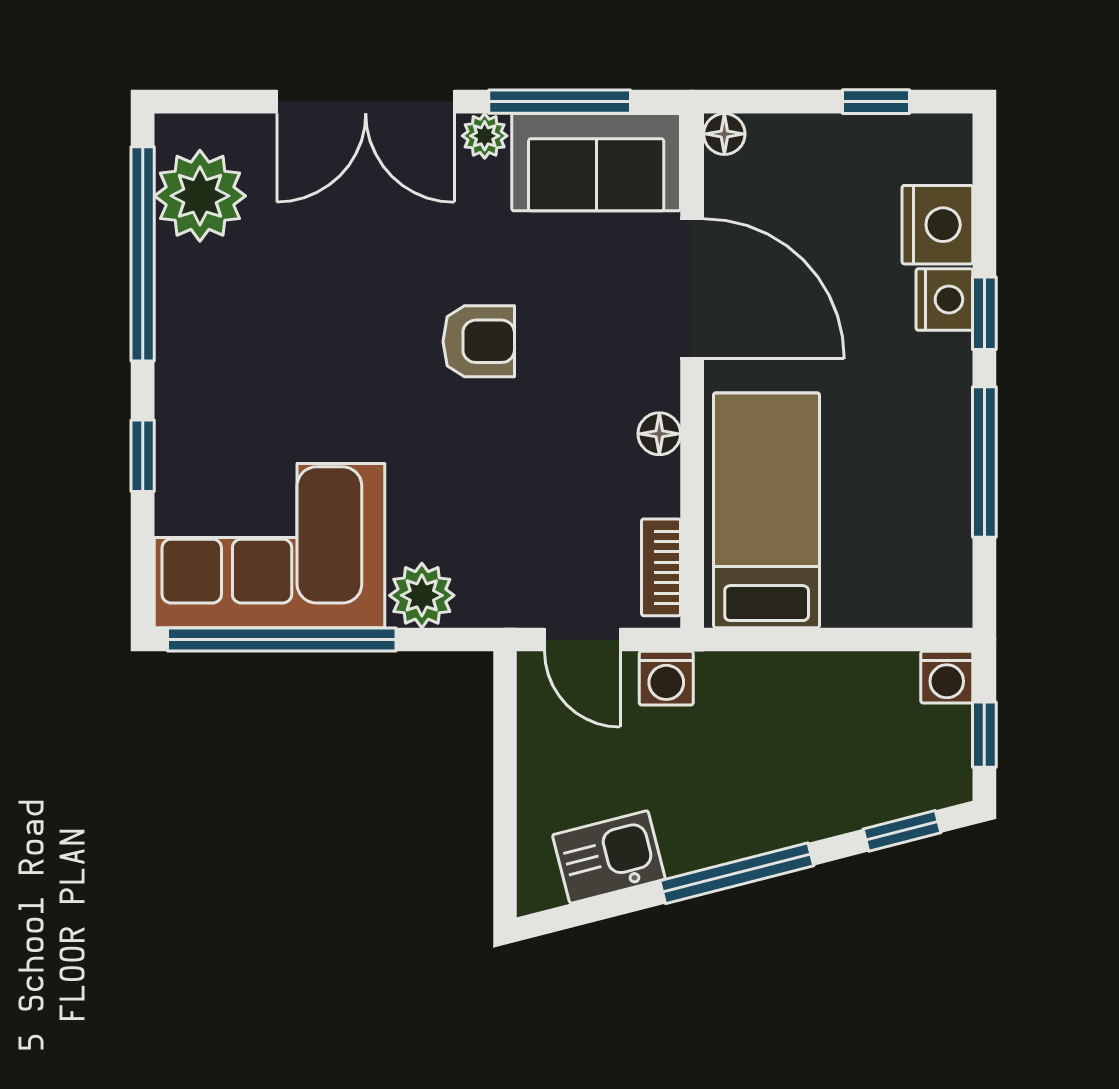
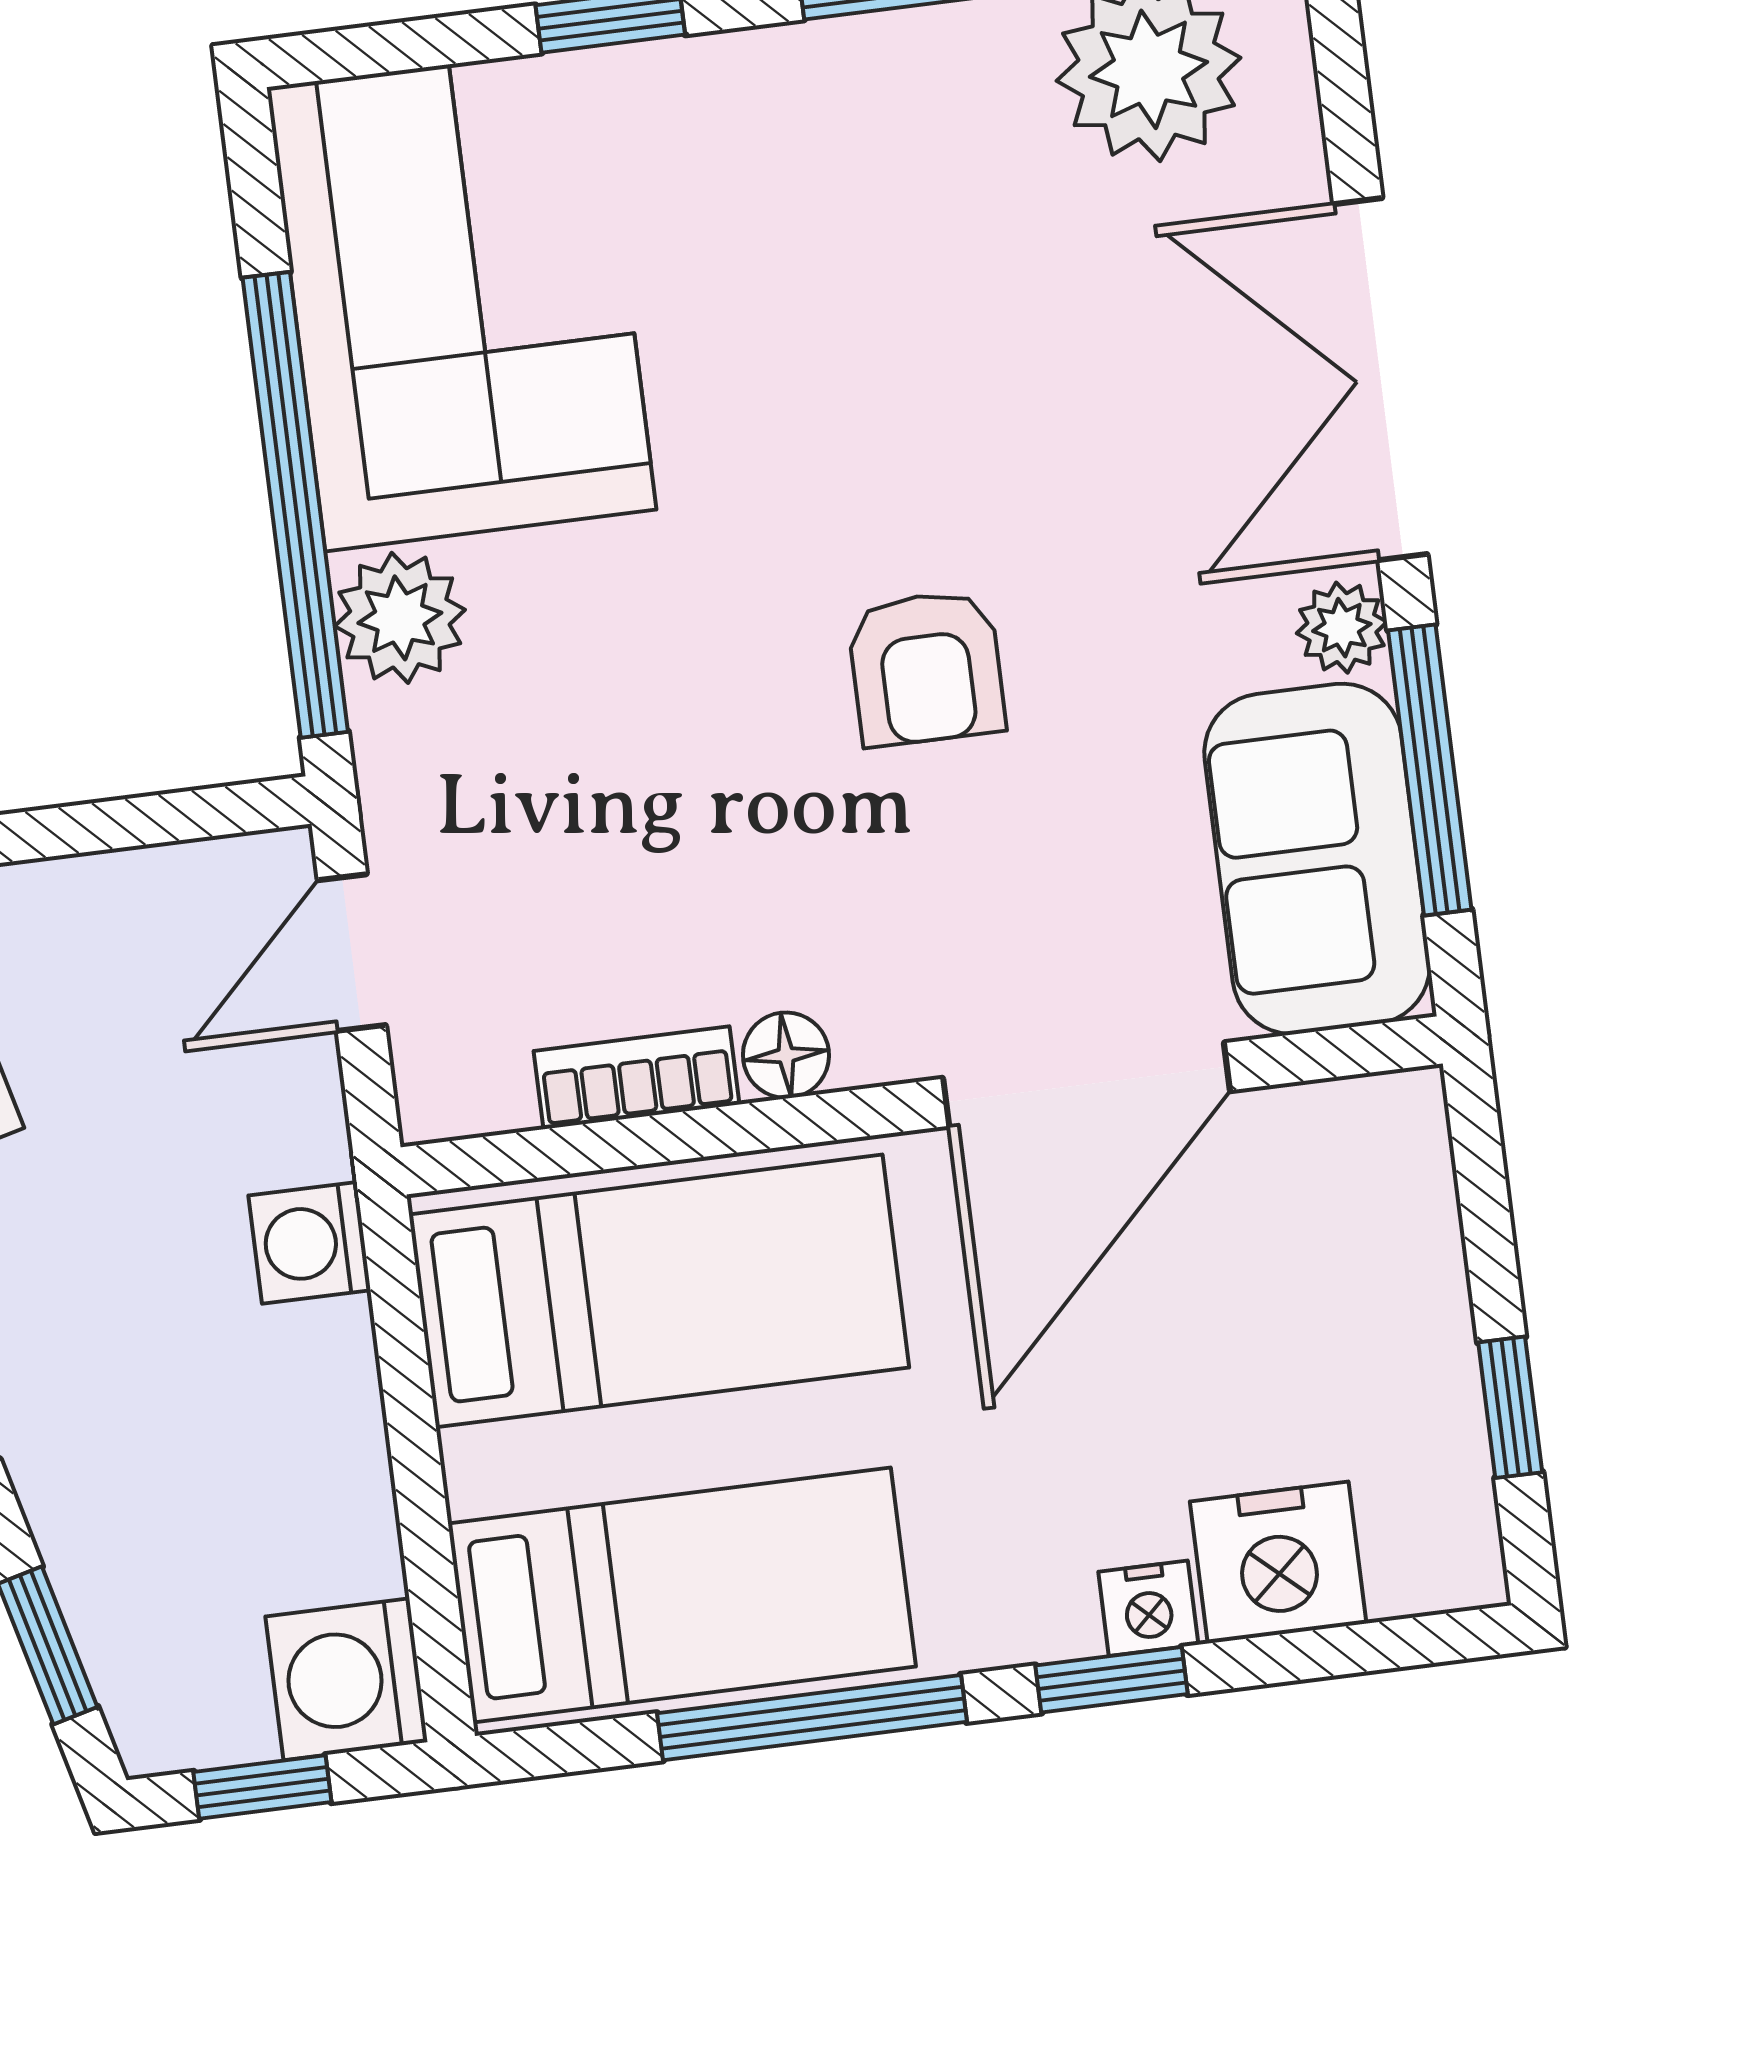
floor lamp: (724, 134) -> (1407, 1110), removed
nightstand: (944, 299) -> (1148, 1608), width x0.72, depth x0.74
bed: (917, 518) -> (682, 1595), added
bookcase: (661, 567) -> (636, 1078), moved
window: (282, 639) -> (295, 505), moved
washing machine: (947, 677) -> (347, 1679), width x1.38, depth x1.38
washing machine: (666, 678) -> (310, 1243), moved

